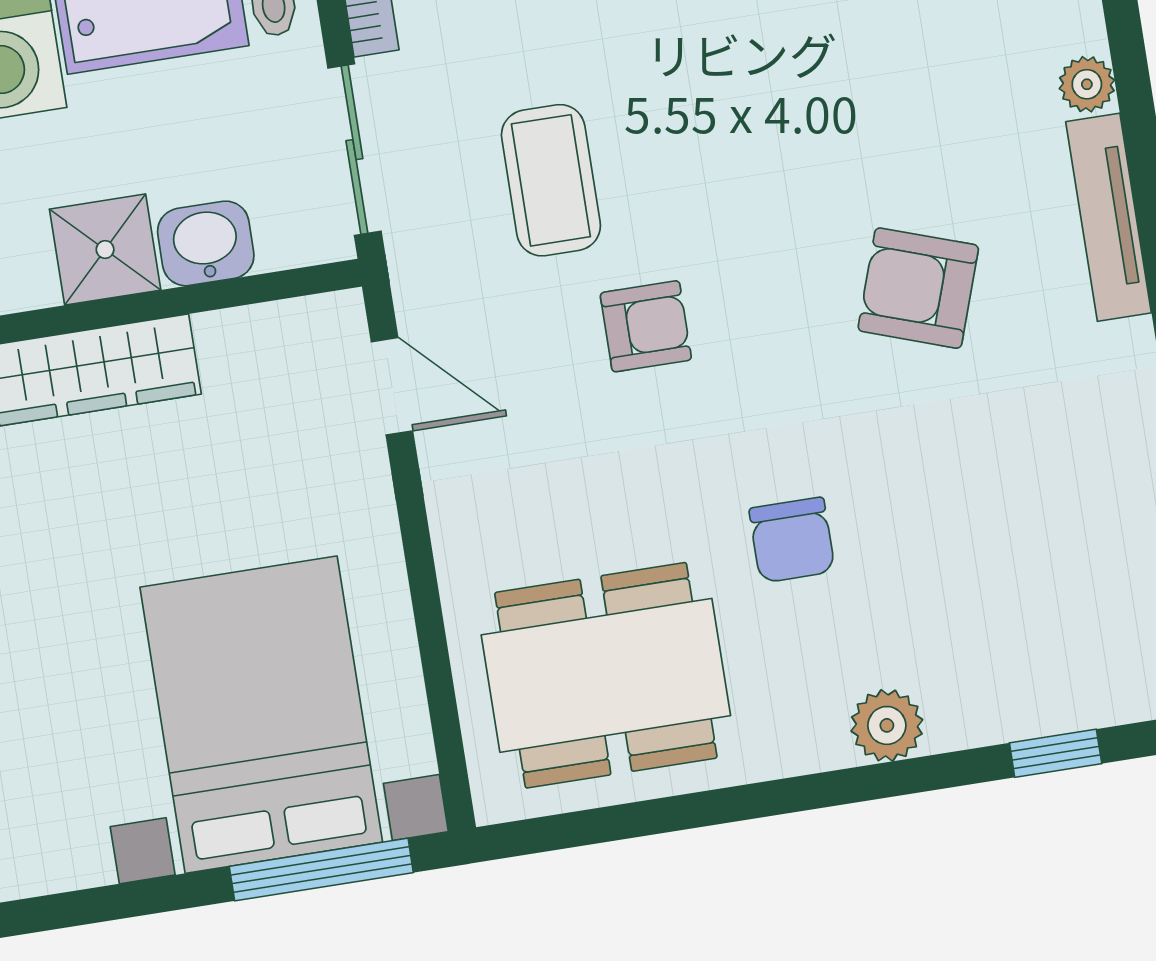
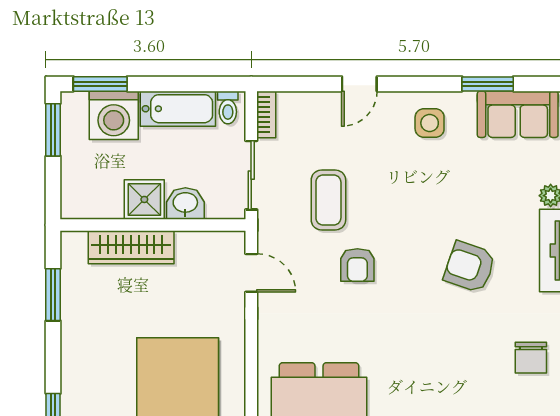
armchair: (646, 326) -> (357, 265), turned 90
chair: (792, 540) -> (531, 358), moved

